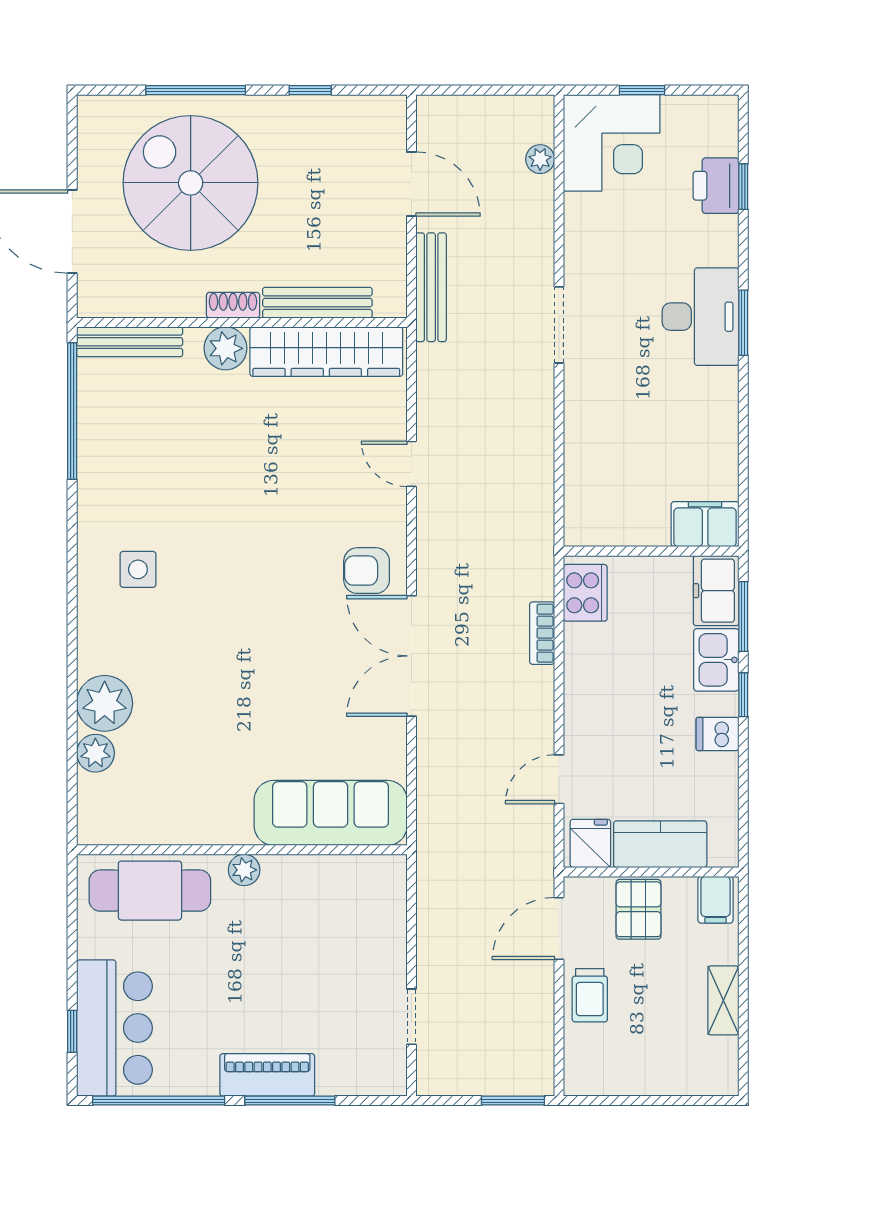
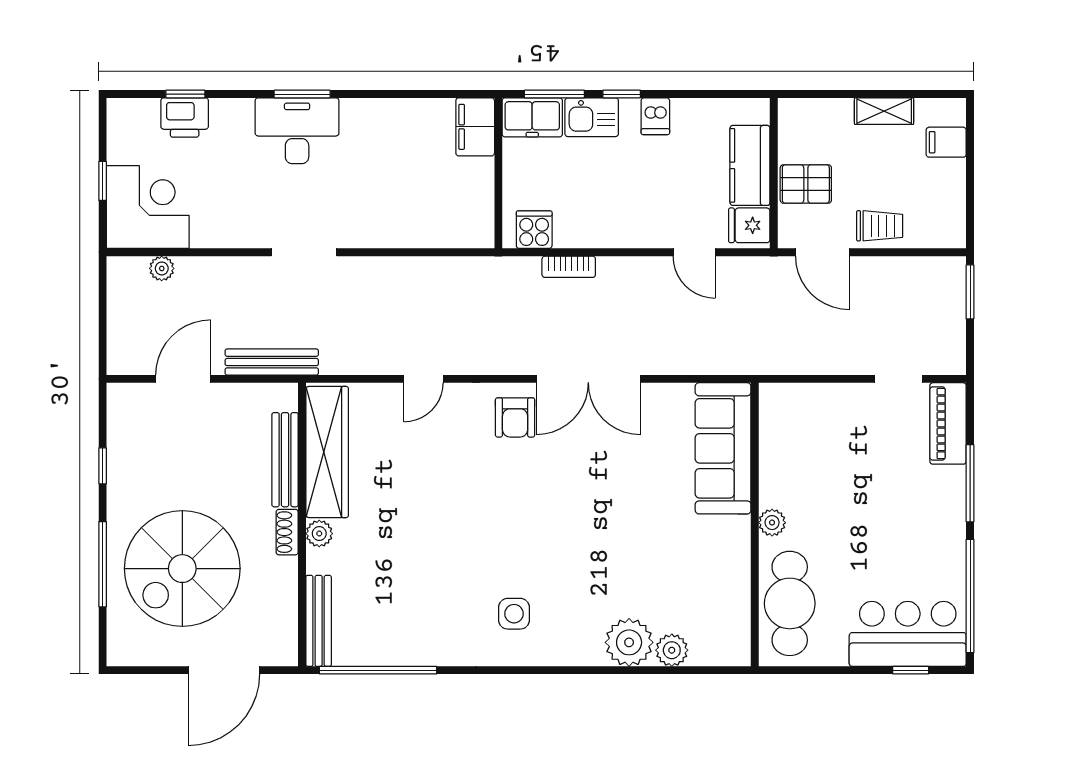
plant: (226, 348) -> (319, 534), width x0.73, depth x0.73
cooker: (585, 593) -> (534, 230), width x0.73
filing cabinet: (716, 900) -> (946, 142), moved, turned 180
piano: (267, 1075) -> (948, 423), moved

